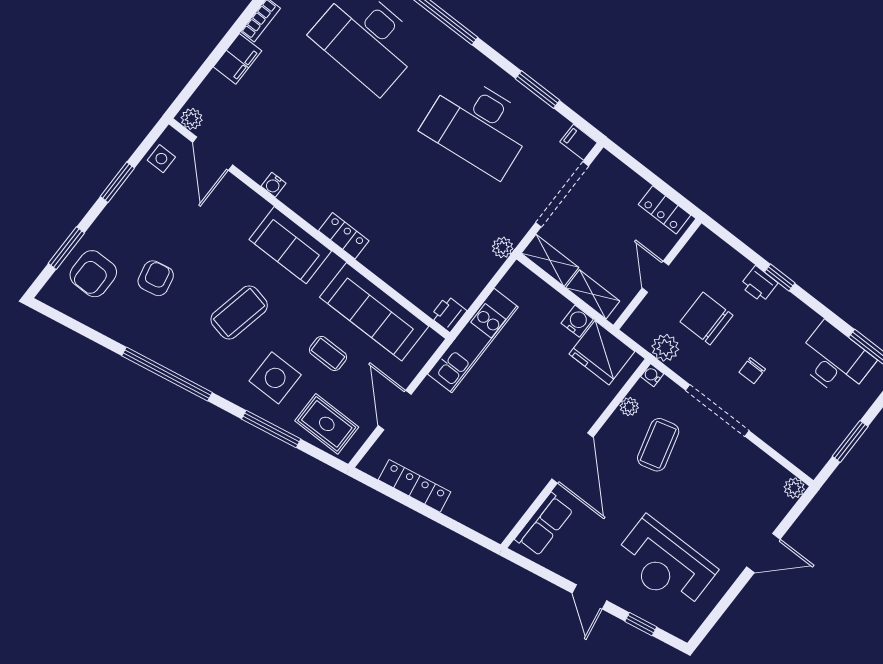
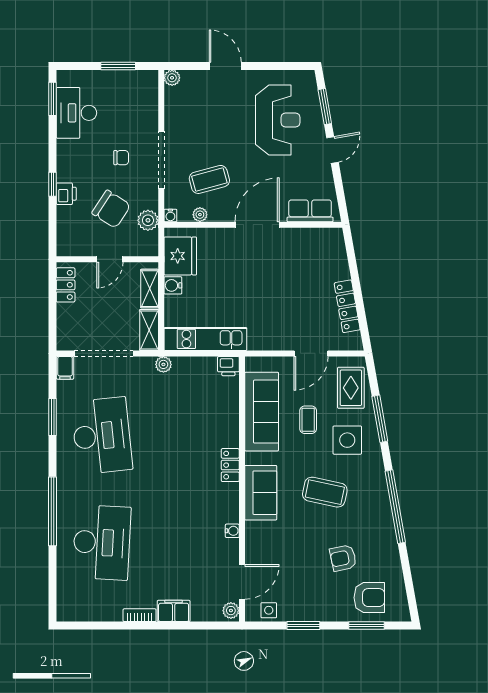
chair: (707, 319) -> (111, 209), turned -57
kitchen unit: (473, 341) -> (205, 339), moved
window: (641, 624) -> (325, 107), width x1.50

